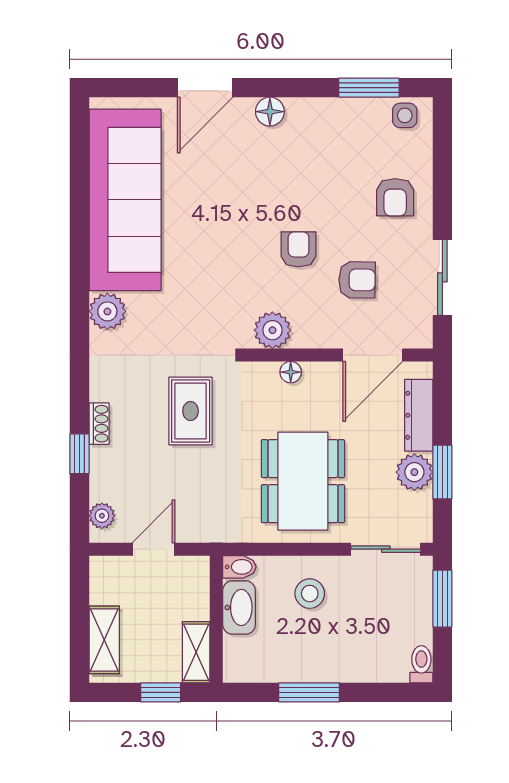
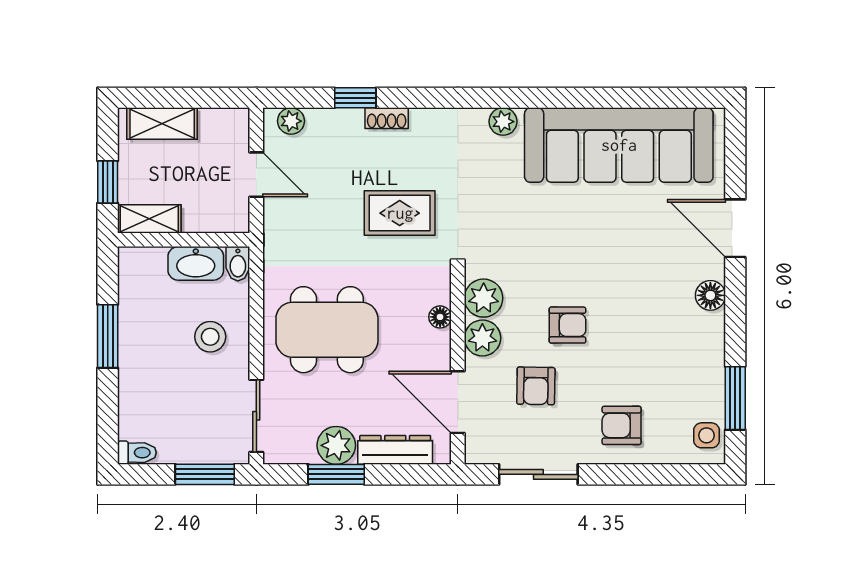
plant: (107, 311) -> (503, 122), width x0.73, depth x0.73
plant: (311, 331) -> (482, 338), added

